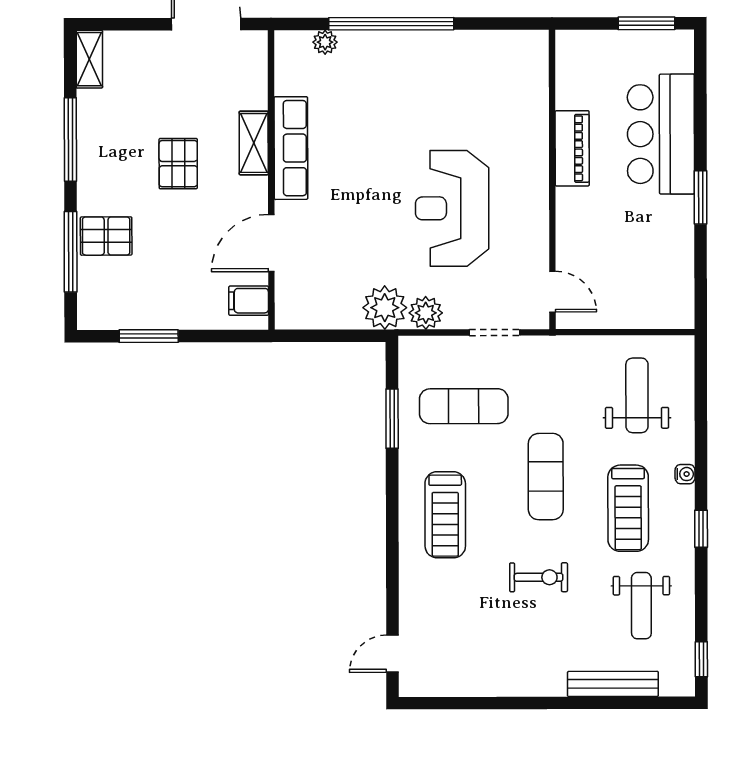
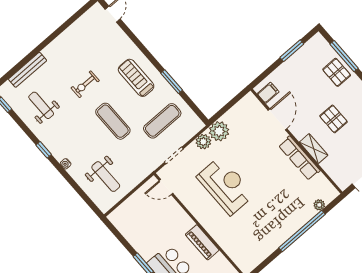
pallet: (106, 236) -> (337, 72), turned 90
window: (392, 419) -> (172, 82), moved
treadmill: (628, 508) -> (75, 135), removed

